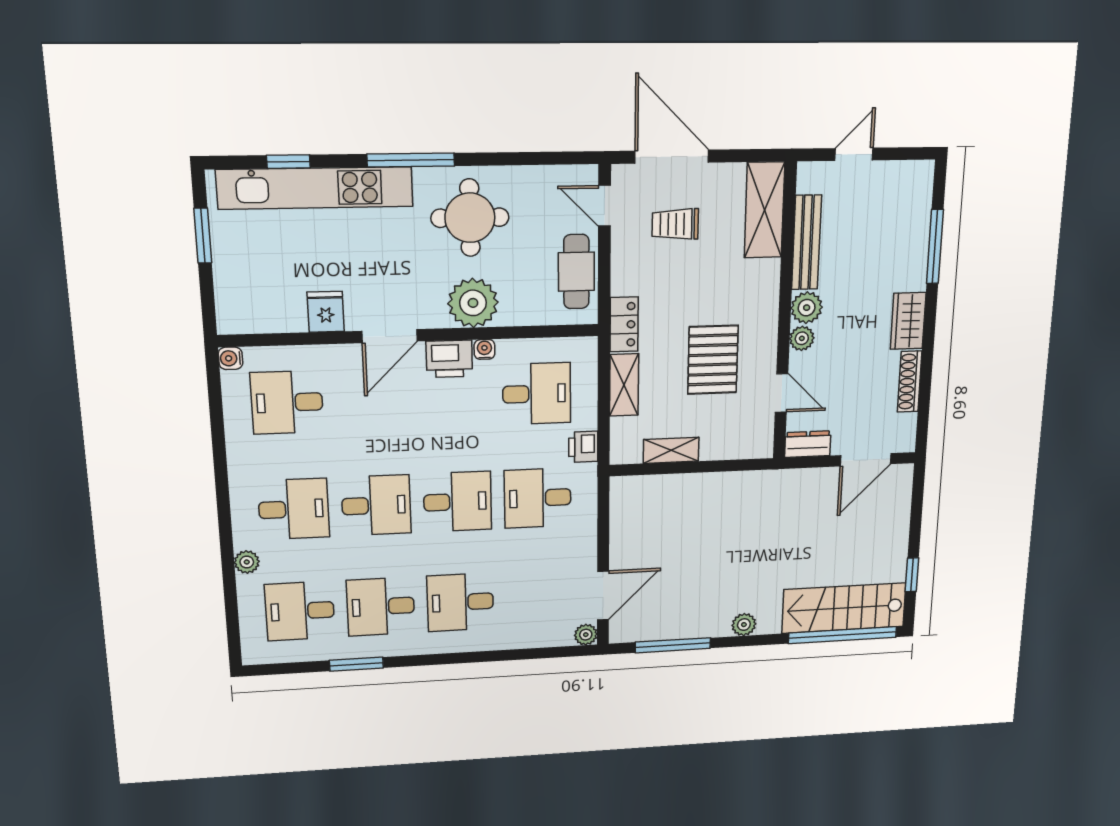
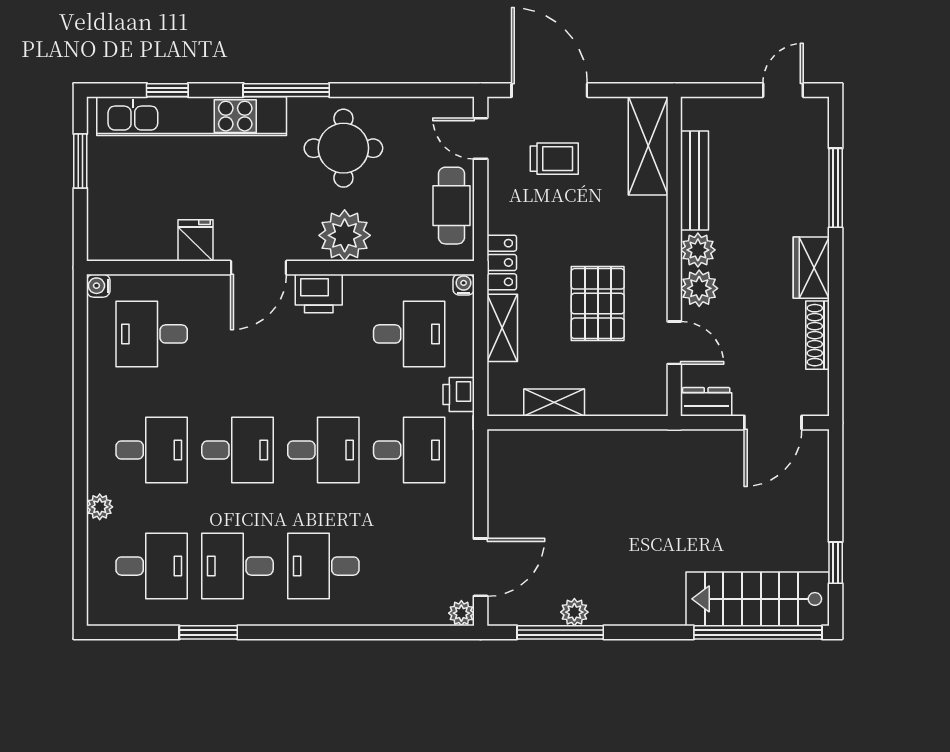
door: (854, 154) -> (783, 90), moved
trolley: (675, 224) -> (554, 159), turned 180
plant: (802, 338) -> (699, 288), width x1.38, depth x1.38
water cooler: (484, 349) -> (464, 285), moved
desk: (538, 498) -> (409, 450), turned 180
desk: (300, 611) -> (152, 566), turned 180
plant: (744, 625) -> (574, 612), moved

